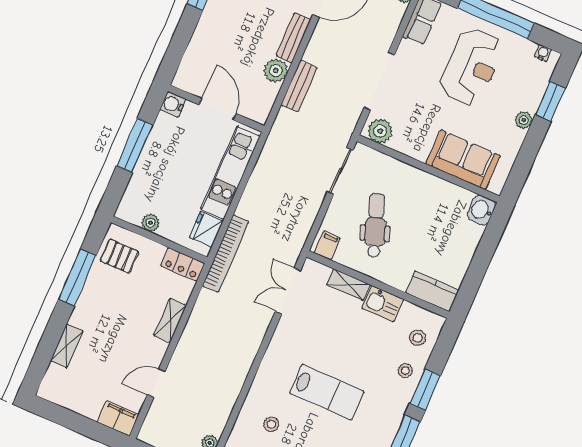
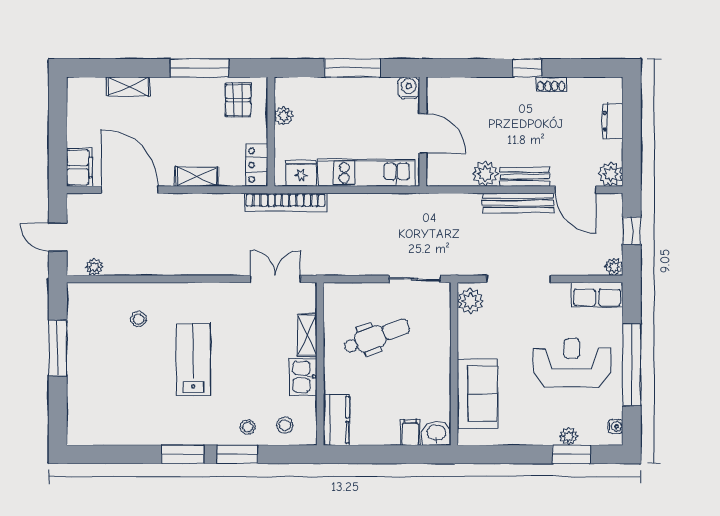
reception desk: (471, 67) -> (572, 363), turned 180
bench: (299, 86) -> (518, 203), moved, width x1.36
door: (218, 109) -> (423, 133), hinge flipped
plant: (524, 120) -> (569, 436), moved
filing cabinet: (327, 245) -> (410, 432), moved, turned -90
door: (156, 383) -> (130, 190), width x1.87
lab bench: (327, 392) -> (193, 360), turned 180

